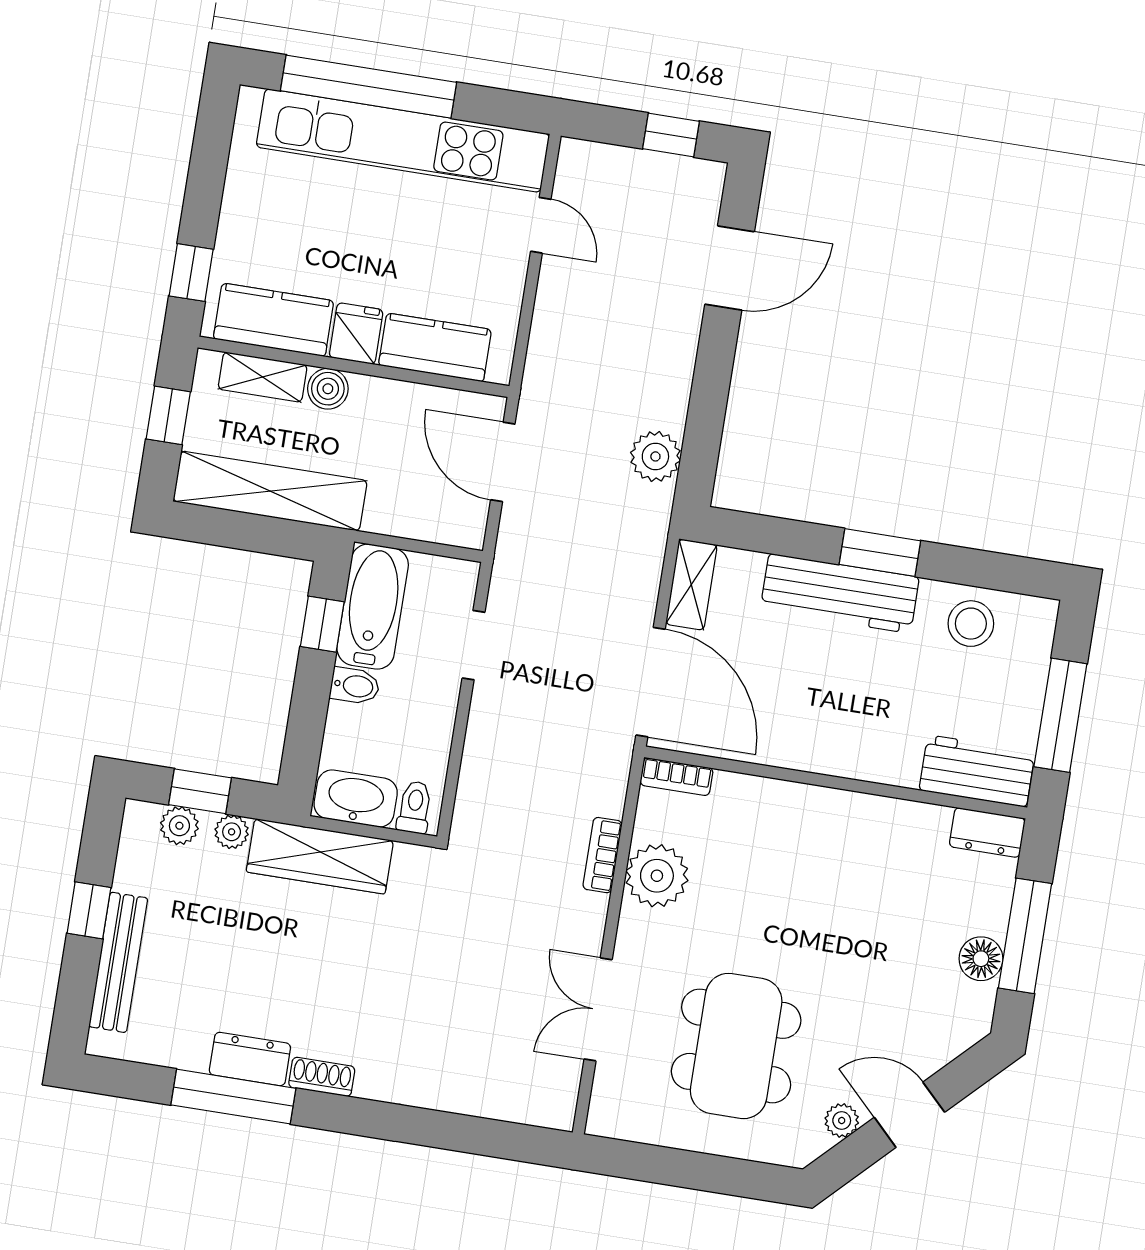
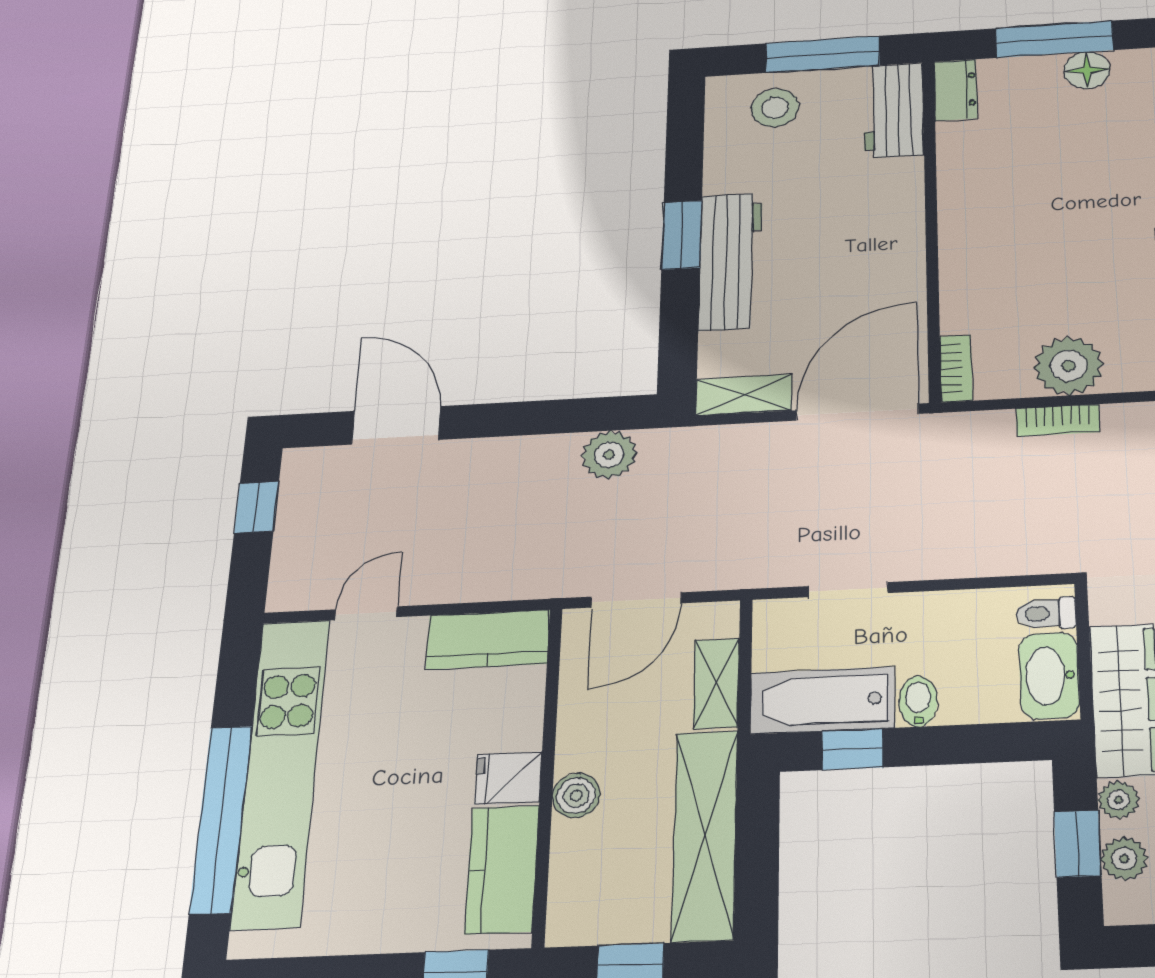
kitchen counter: (435, 347) -> (488, 640), moved, turned -90
shelving: (263, 377) -> (716, 683), moved
stool: (971, 624) -> (775, 108), moved

